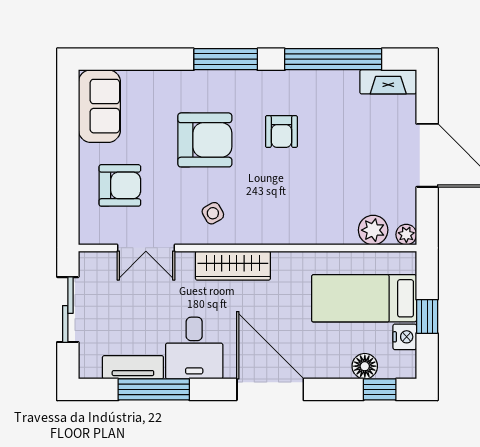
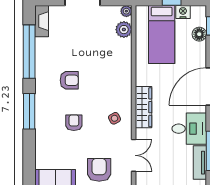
armchair: (205, 140) -> (74, 123), width x0.53, depth x0.53

